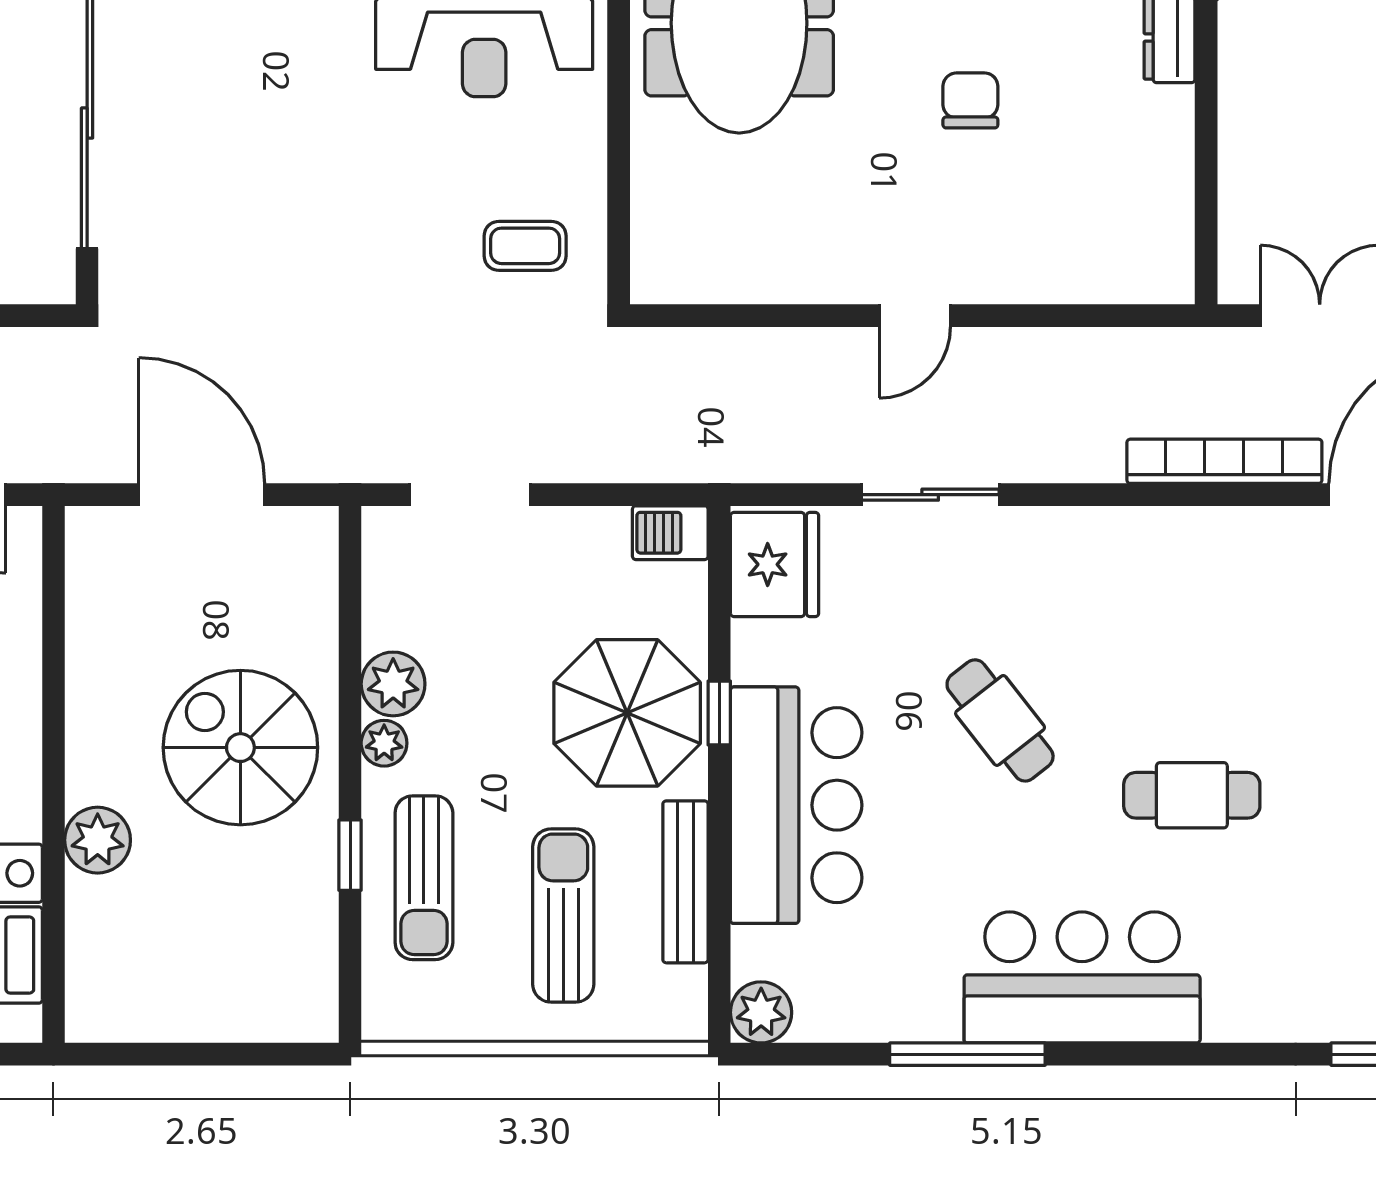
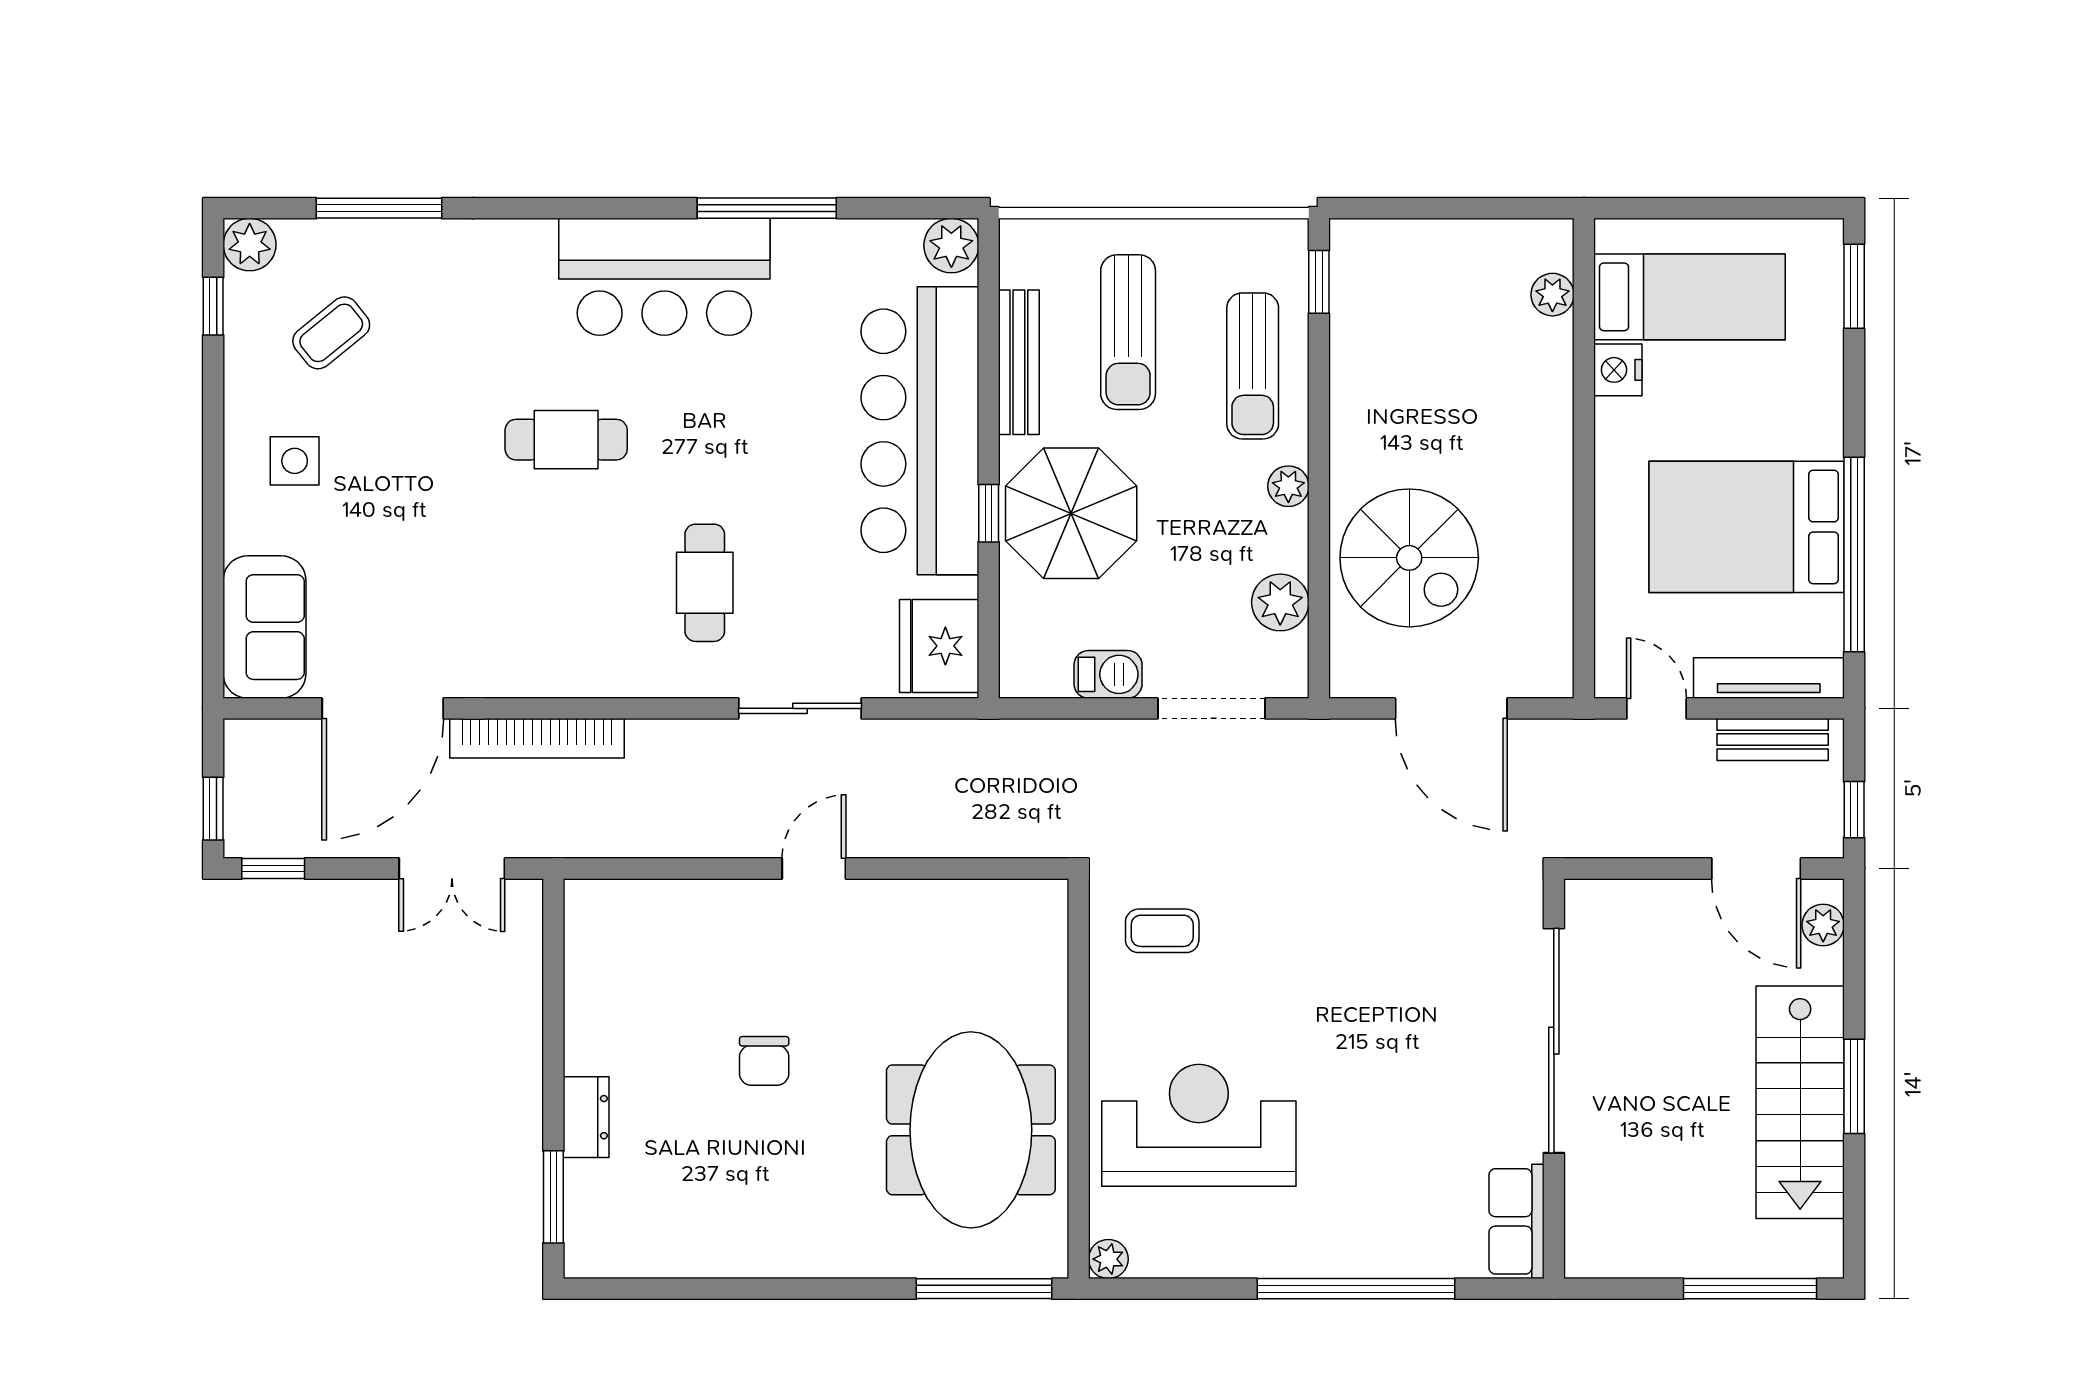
barbecue: (670, 533) -> (1108, 674), moved
plant: (393, 684) -> (1280, 602), moved
cafe table: (1000, 720) -> (705, 583), moved, turned 38
spiral stairs: (240, 748) -> (1409, 558), moved
bar counter: (796, 805) -> (920, 431), width x1.36
plant: (98, 840) -> (1552, 295), moved, width x0.73, depth x0.73
window: (350, 855) -> (1319, 282), moved
sun lounger: (424, 878) -> (1253, 366), turned 180

